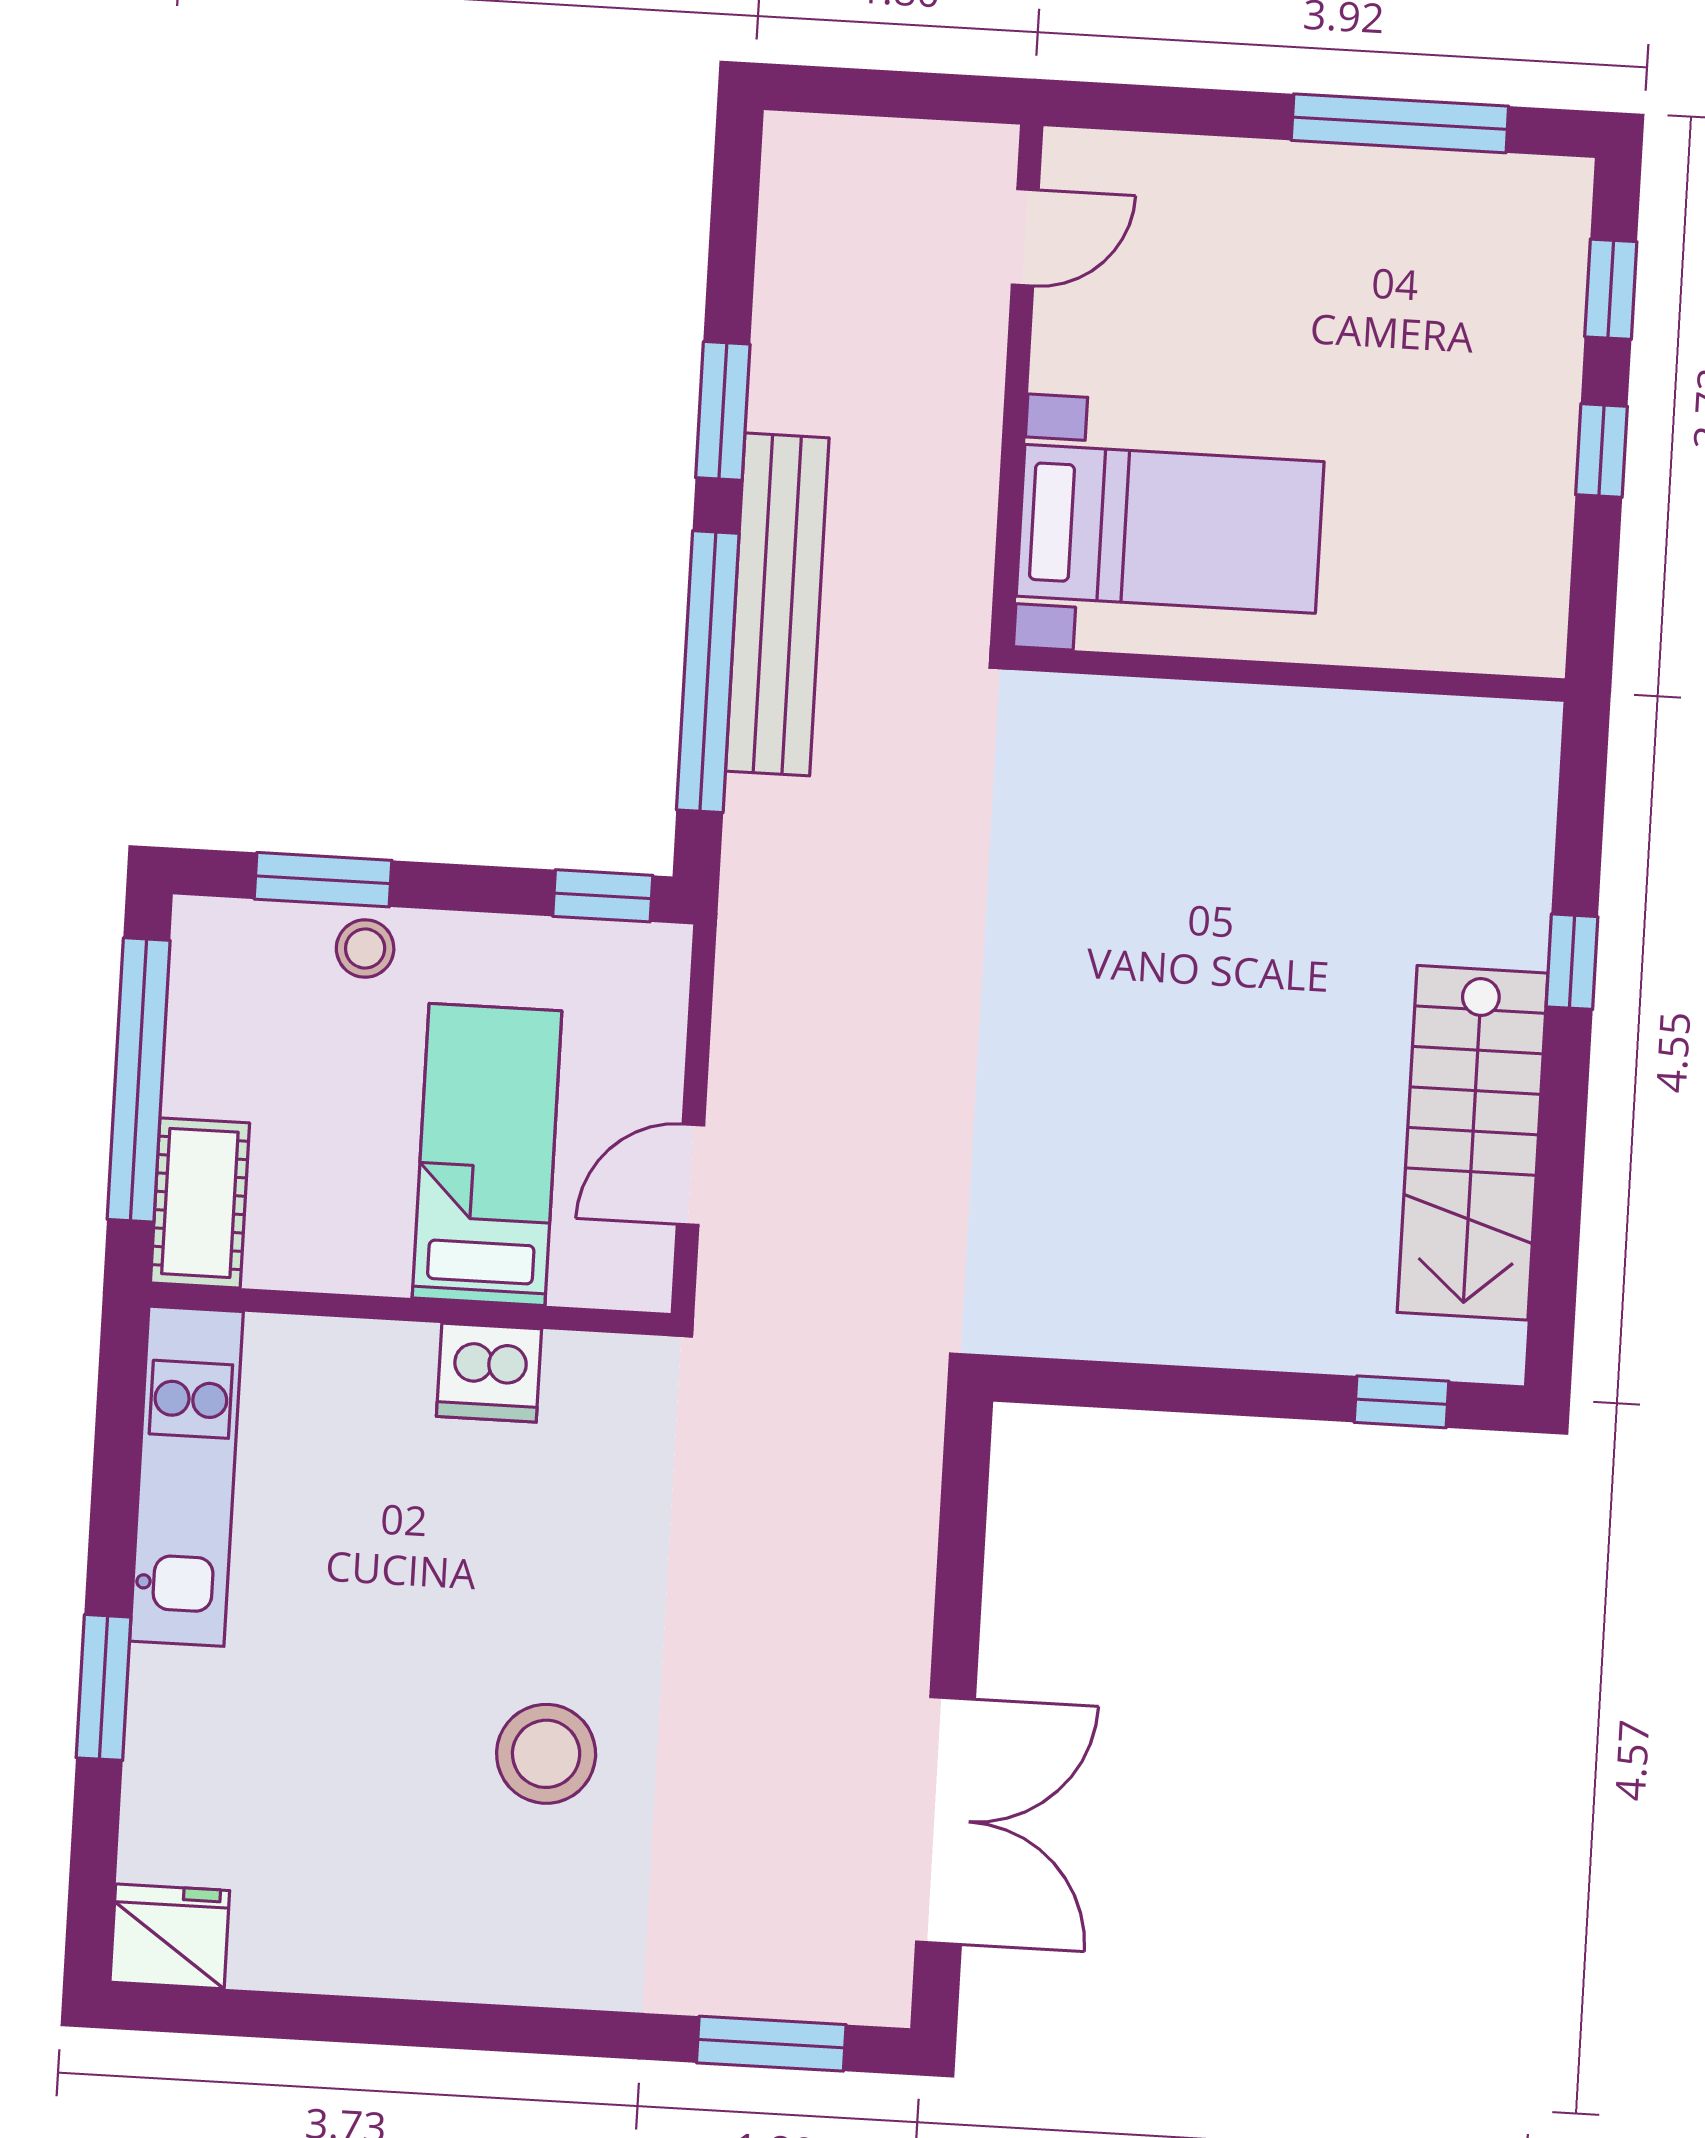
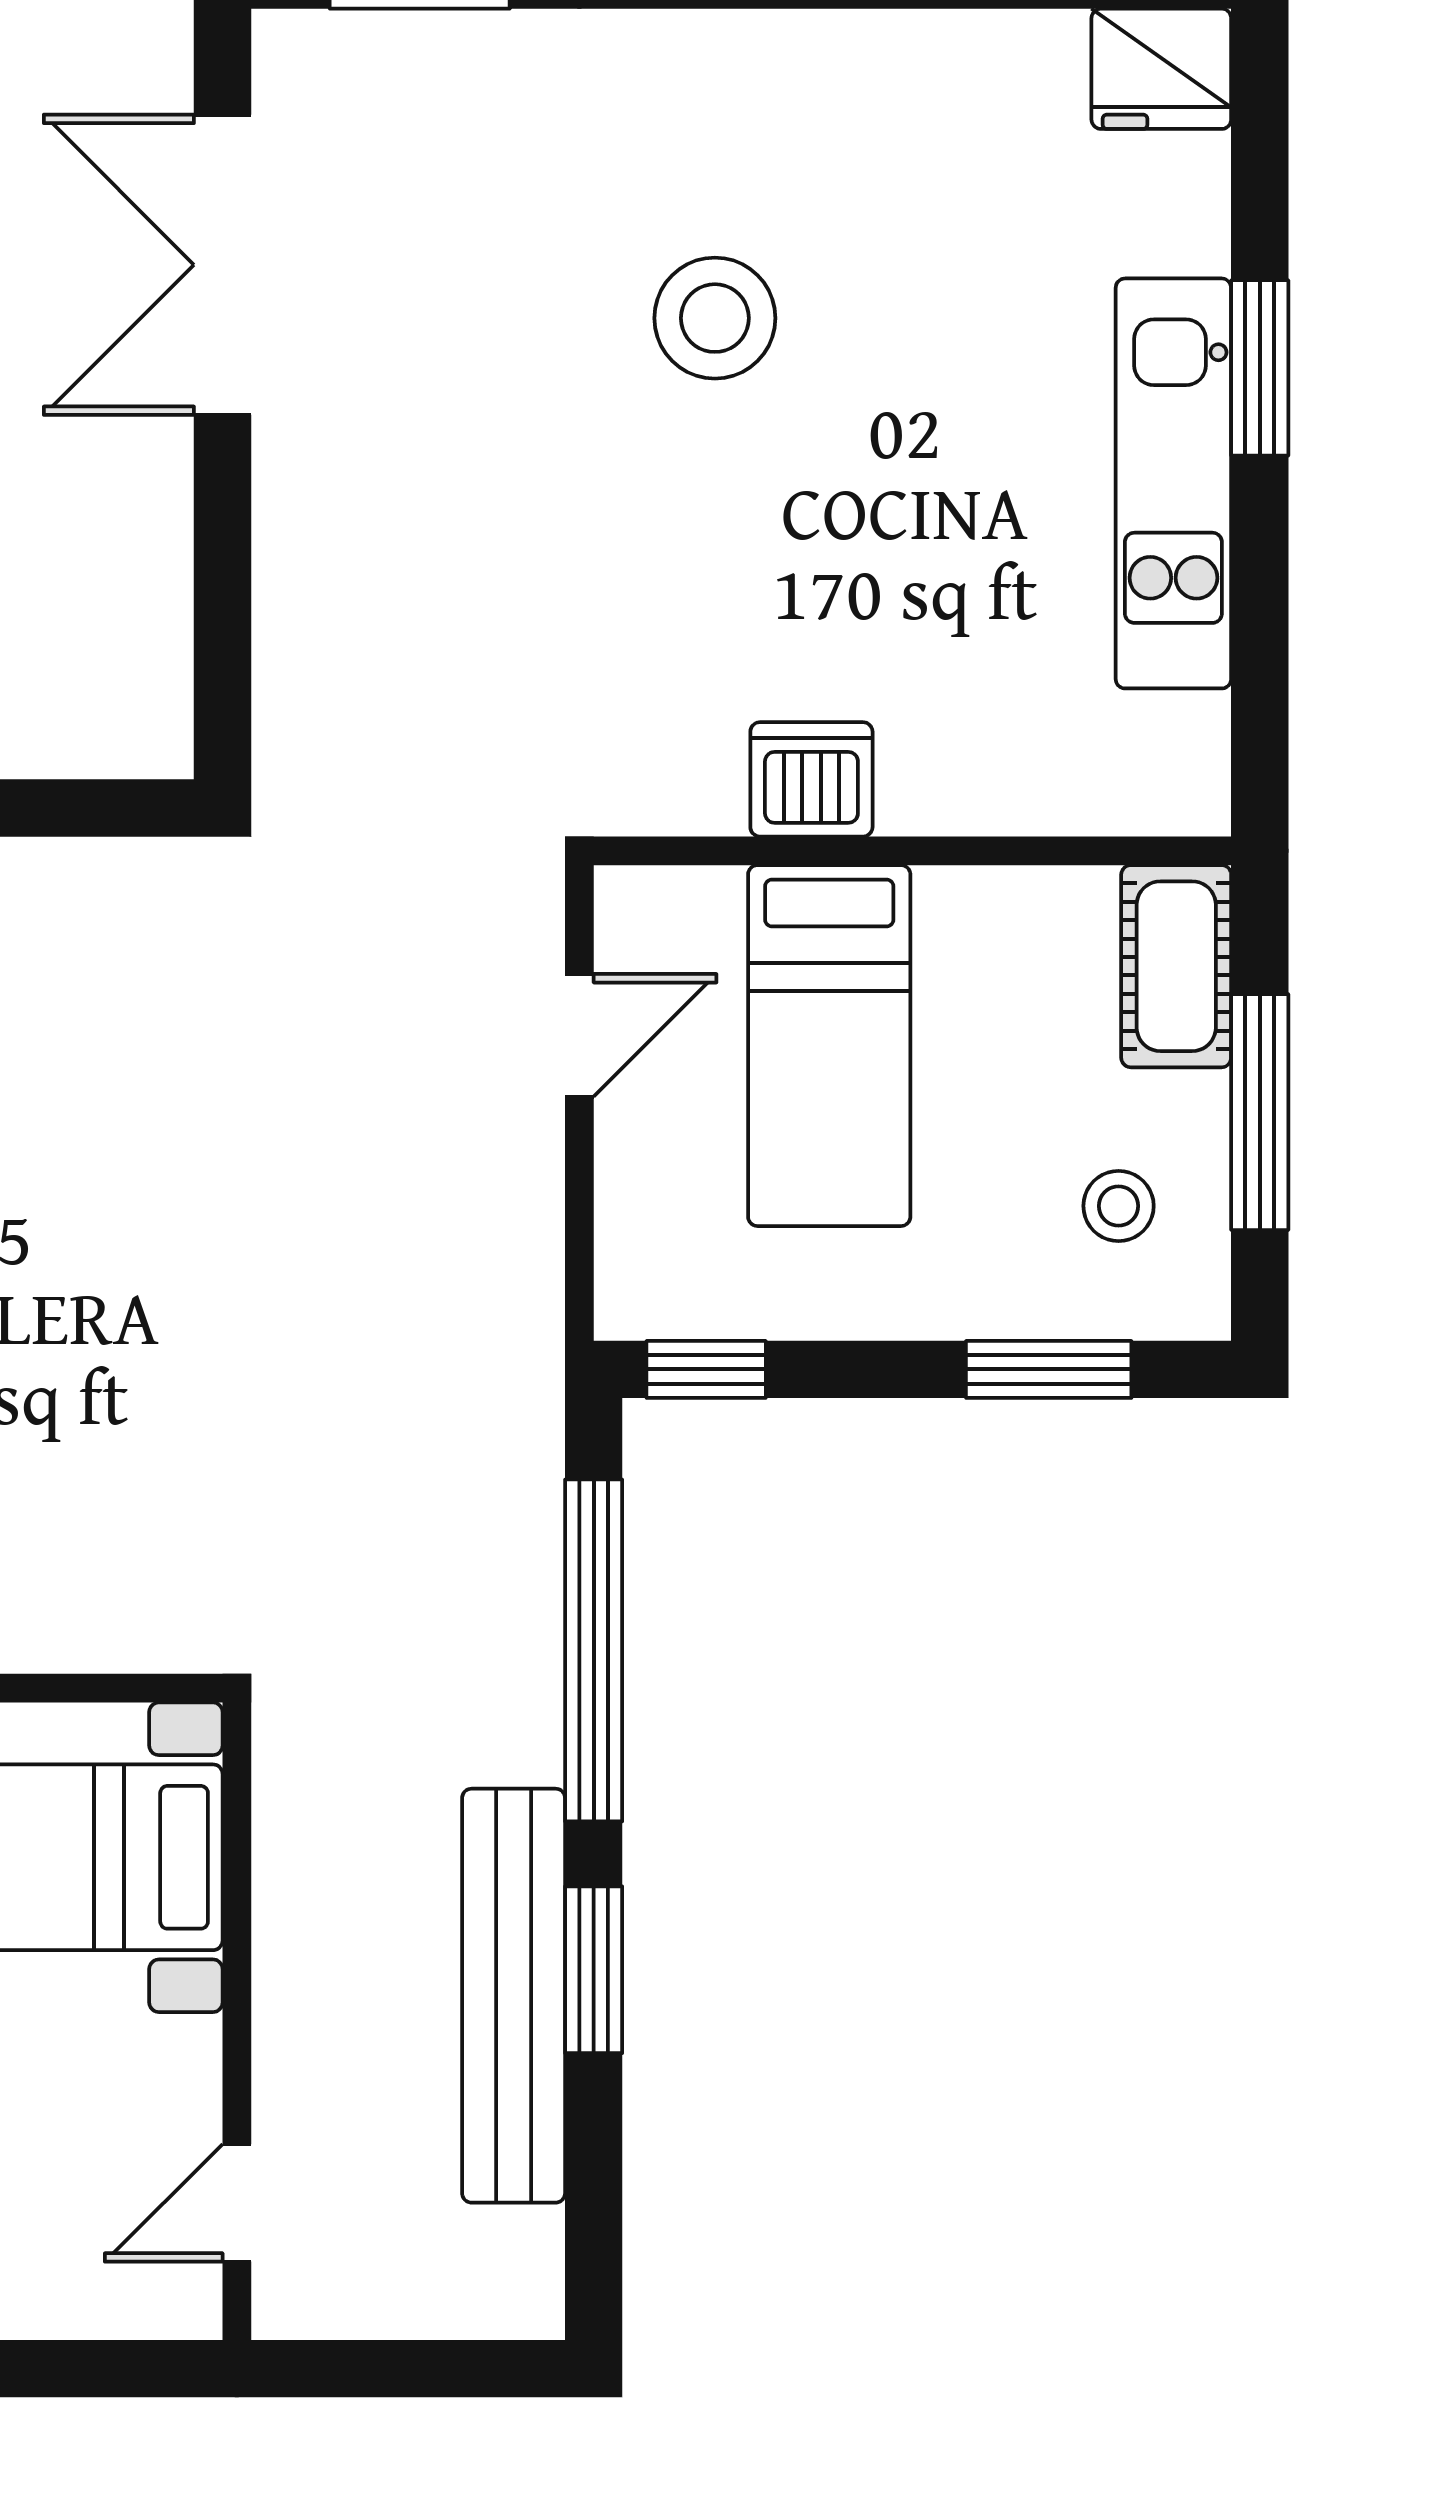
bench: (777, 604) -> (514, 1996), moved
stool: (365, 949) -> (1119, 1206), moved
window: (139, 1080) -> (1260, 1112), width x0.68
kitchen unit: (186, 1476) -> (1173, 483), moved

